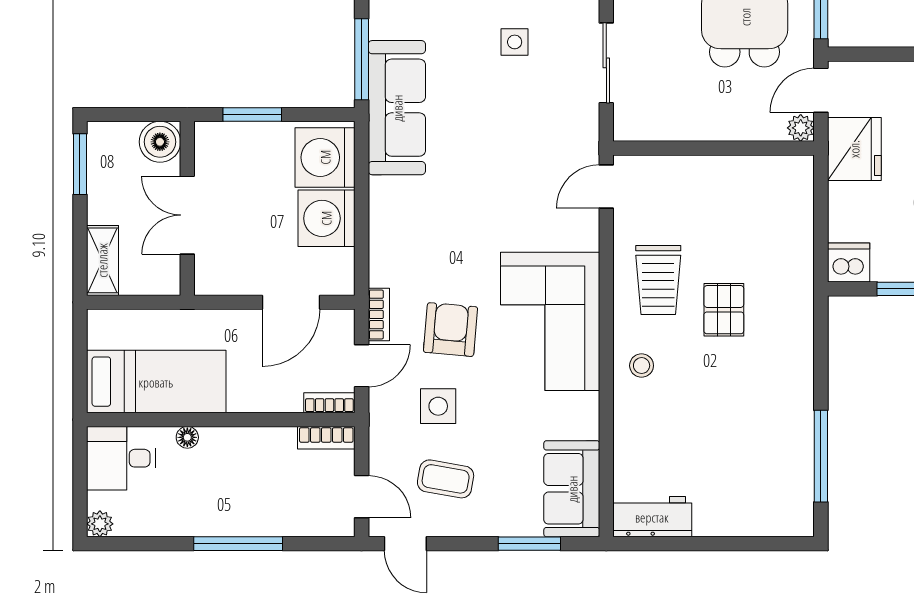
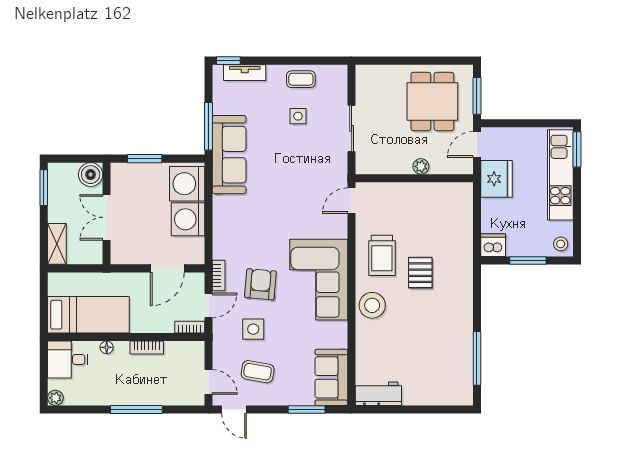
plant: (801, 128) -> (421, 166), moved
stool: (642, 366) -> (372, 305), width x1.89, depth x1.89
bookcase: (326, 438) -> (147, 348), moved

